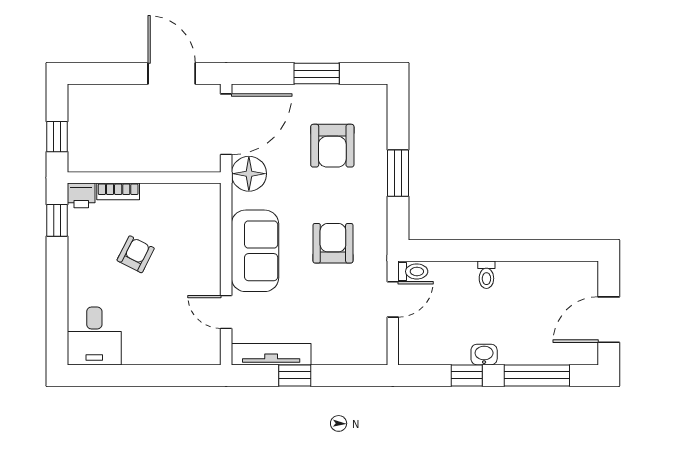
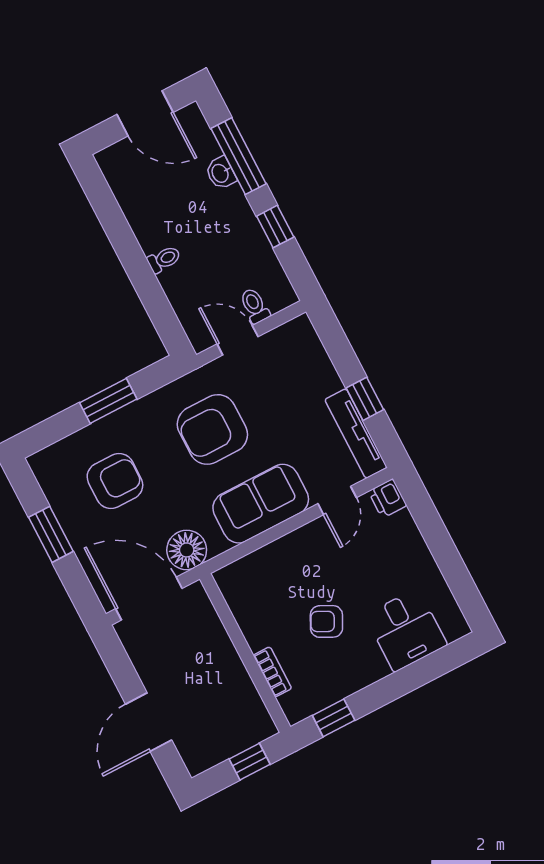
door: (172, 74) -> (149, 722), moved
printer: (81, 195) -> (388, 498), moved, turned 180
armchair: (333, 243) -> (212, 429), width x1.36, depth x1.36
toilet: (413, 271) -> (255, 306), moved
desk: (94, 336) -> (406, 630), moved, turned 90
washbasin: (484, 355) -> (221, 173), moved

